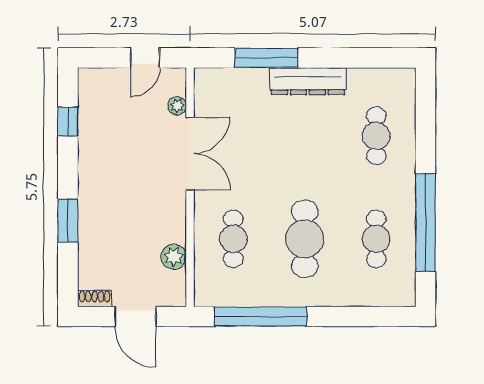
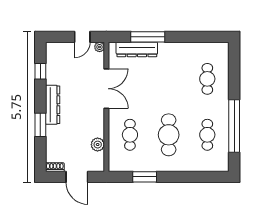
dresser: (308, 81) -> (137, 49), moved
plant: (177, 106) -> (100, 47), moved
dresser: (91, 183) -> (53, 105), added
window: (260, 317) -> (145, 177), width x0.47

